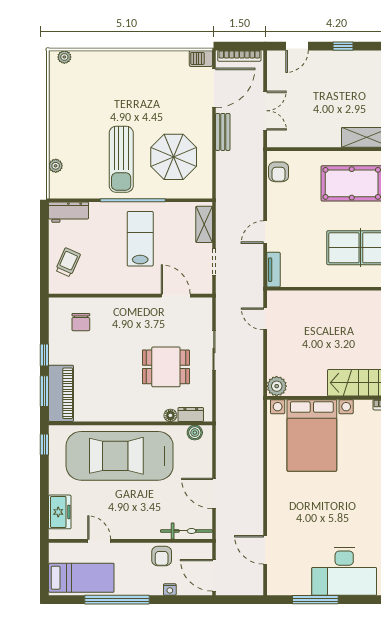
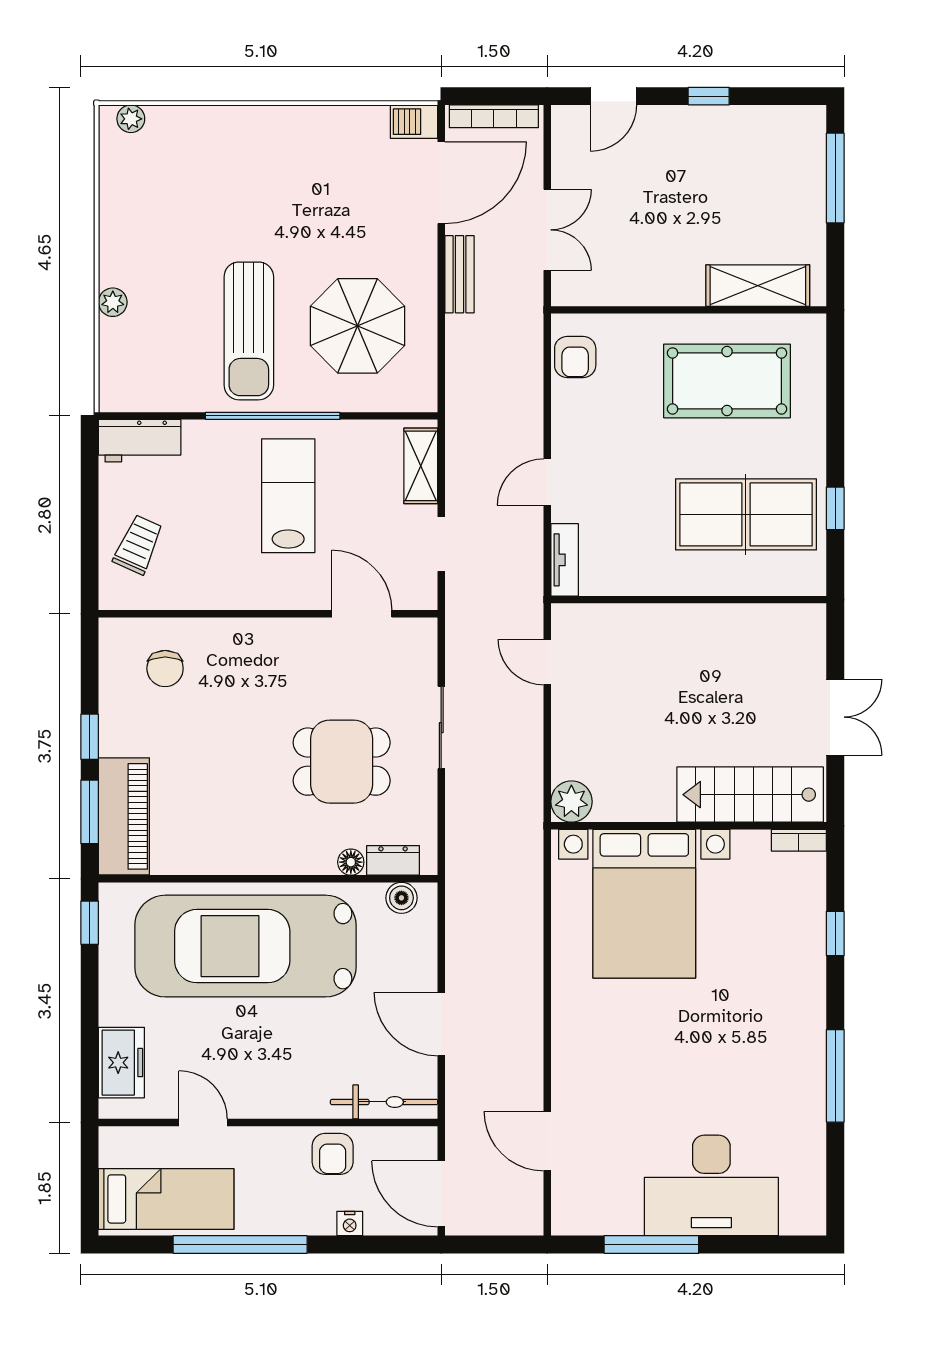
plant: (56, 166) -> (113, 302), moved

